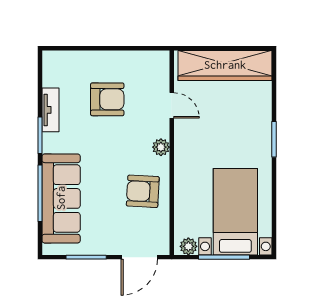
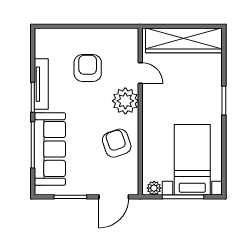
armchair: (107, 99) -> (88, 68), turned -90
tv unit: (51, 110) -> (41, 84), width x1.41
plant: (161, 147) -> (125, 101), width x1.88, depth x1.88
armchair: (143, 191) -> (117, 143), turned 68

